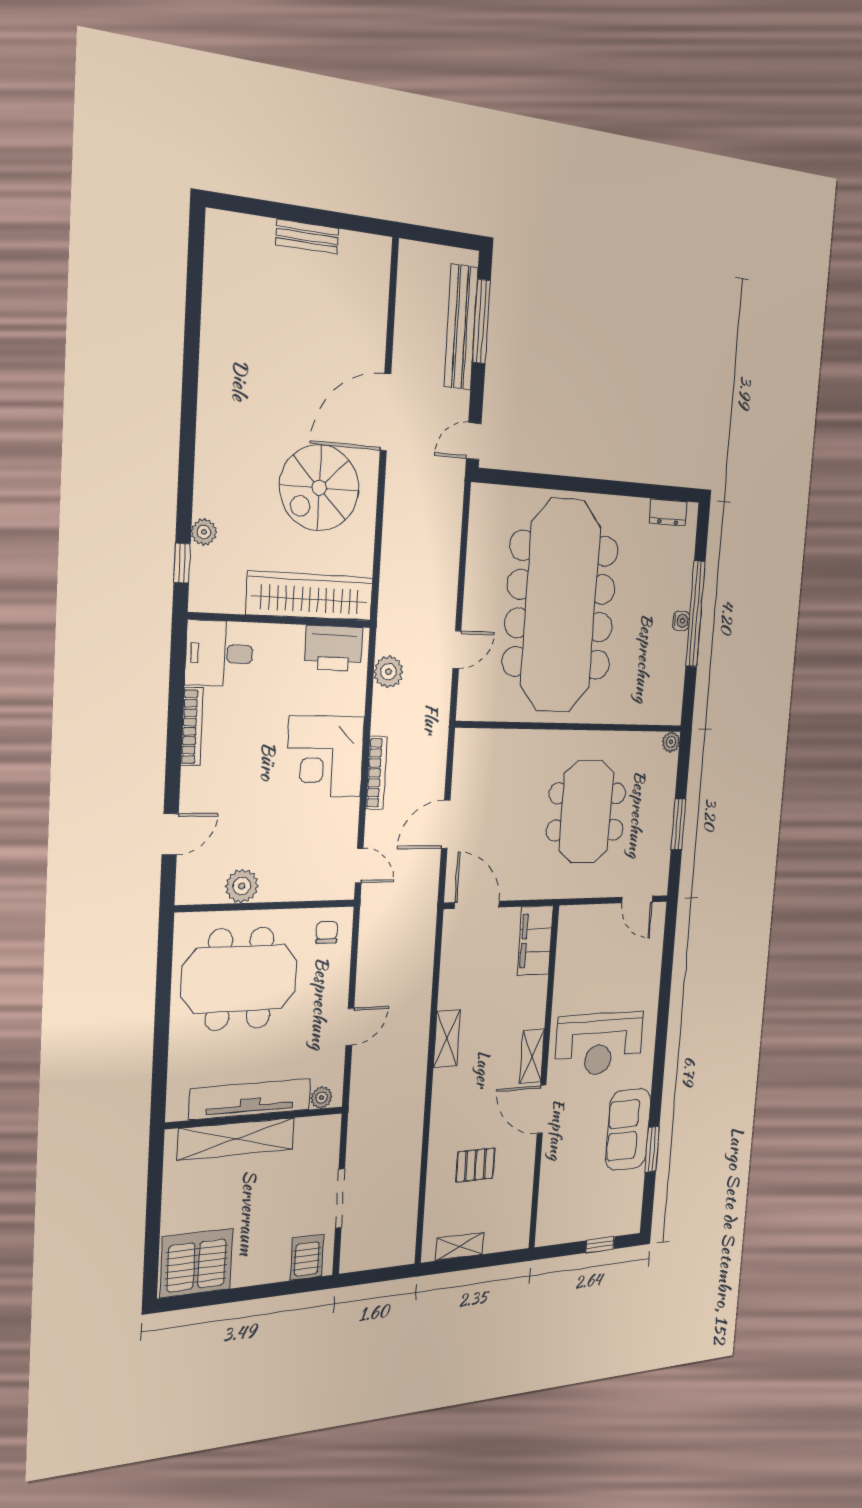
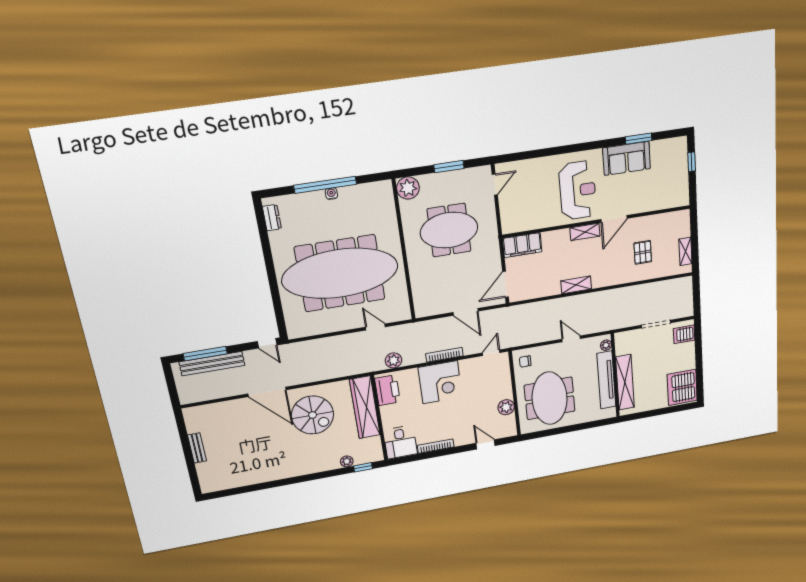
plant: (671, 742) -> (408, 188), width x1.88, depth x1.88

